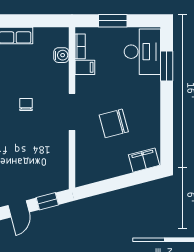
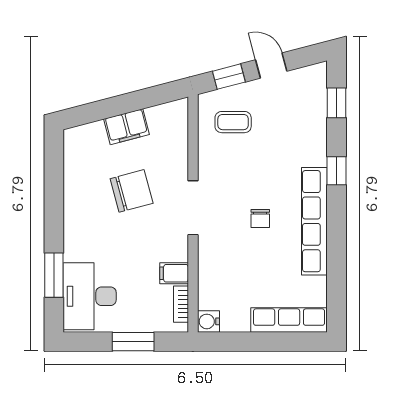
water cooler: (61, 55) -> (208, 321), moved
filing cabinet: (144, 160) -> (127, 127), moved
coffee table: (45, 170) -> (233, 122), added
door: (19, 209) -> (271, 66), hinge flipped

